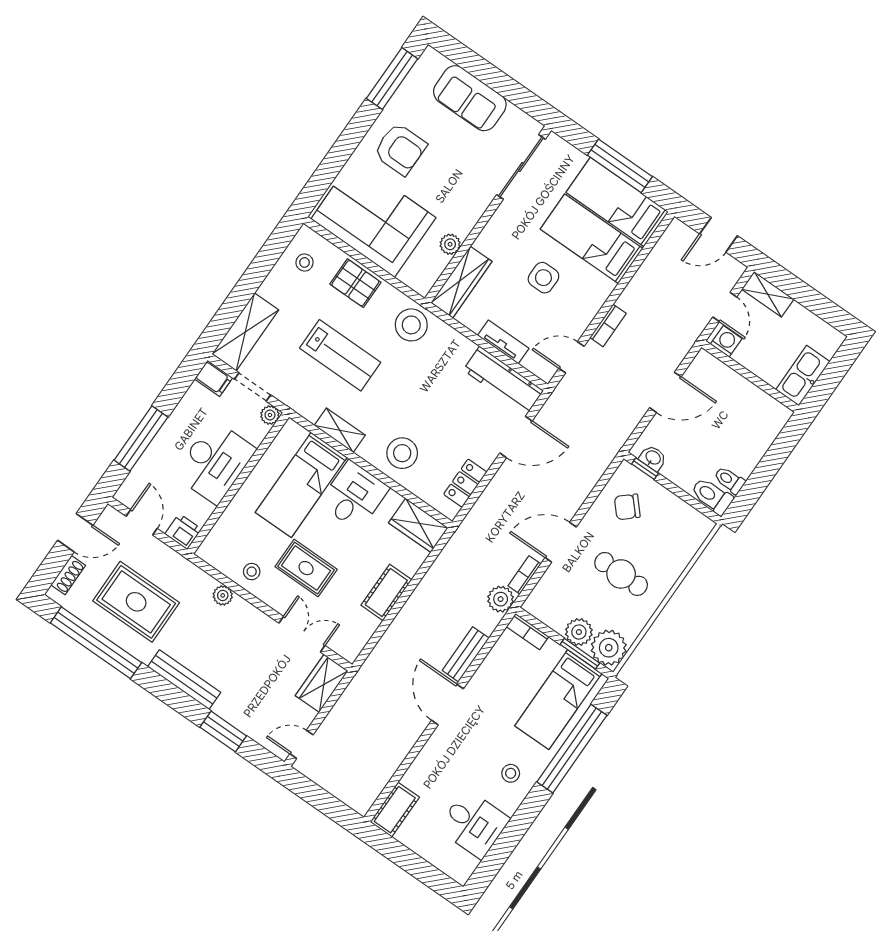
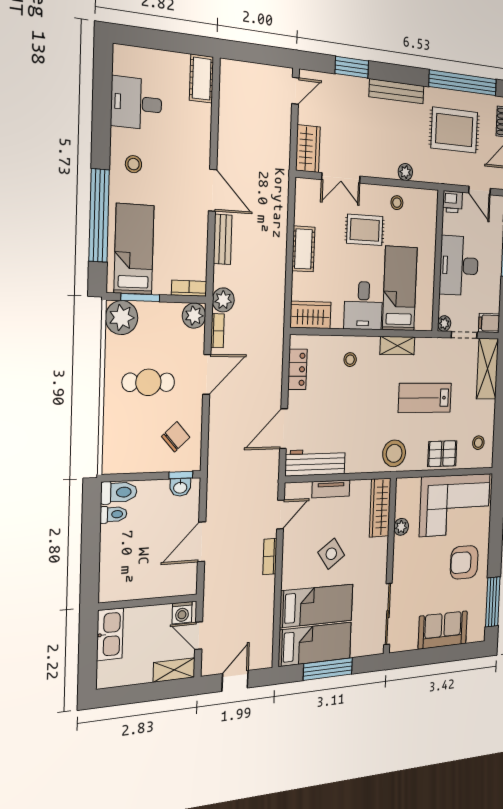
side table: (543, 278) -> (331, 554), turned -35
stool: (402, 453) -> (350, 360), width x0.53, depth x0.53
plant: (579, 632) -> (194, 316), moved

